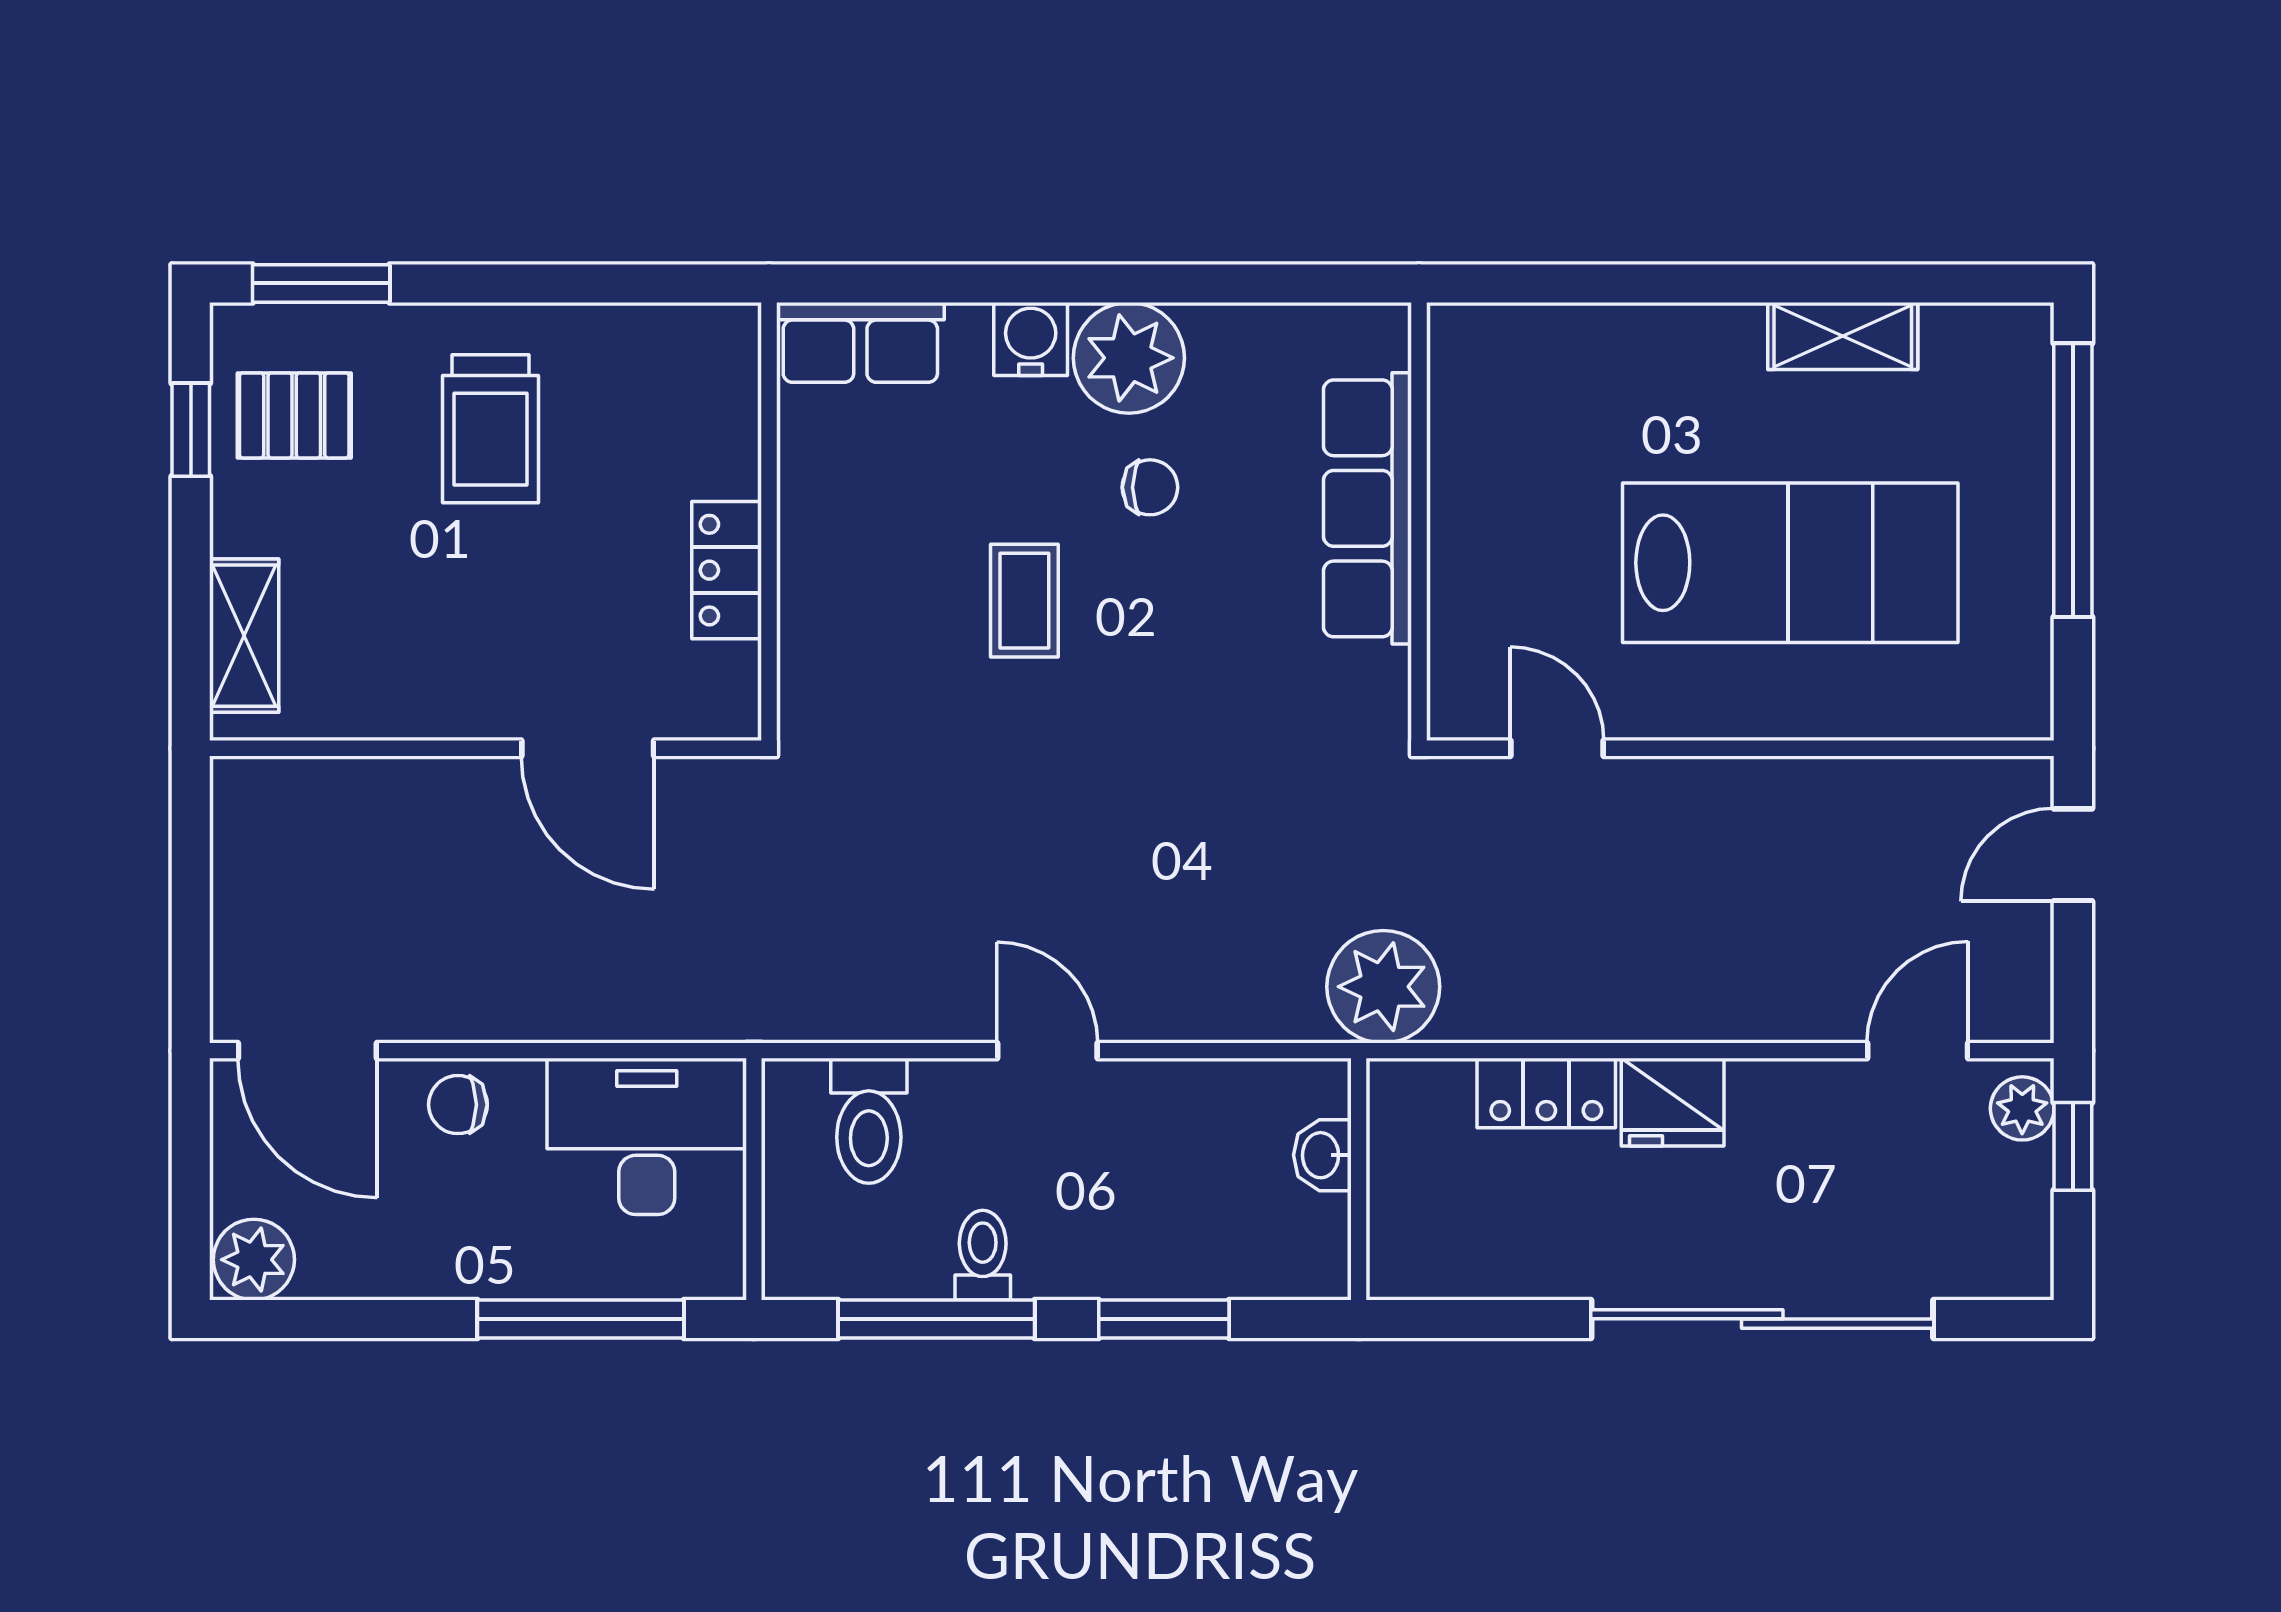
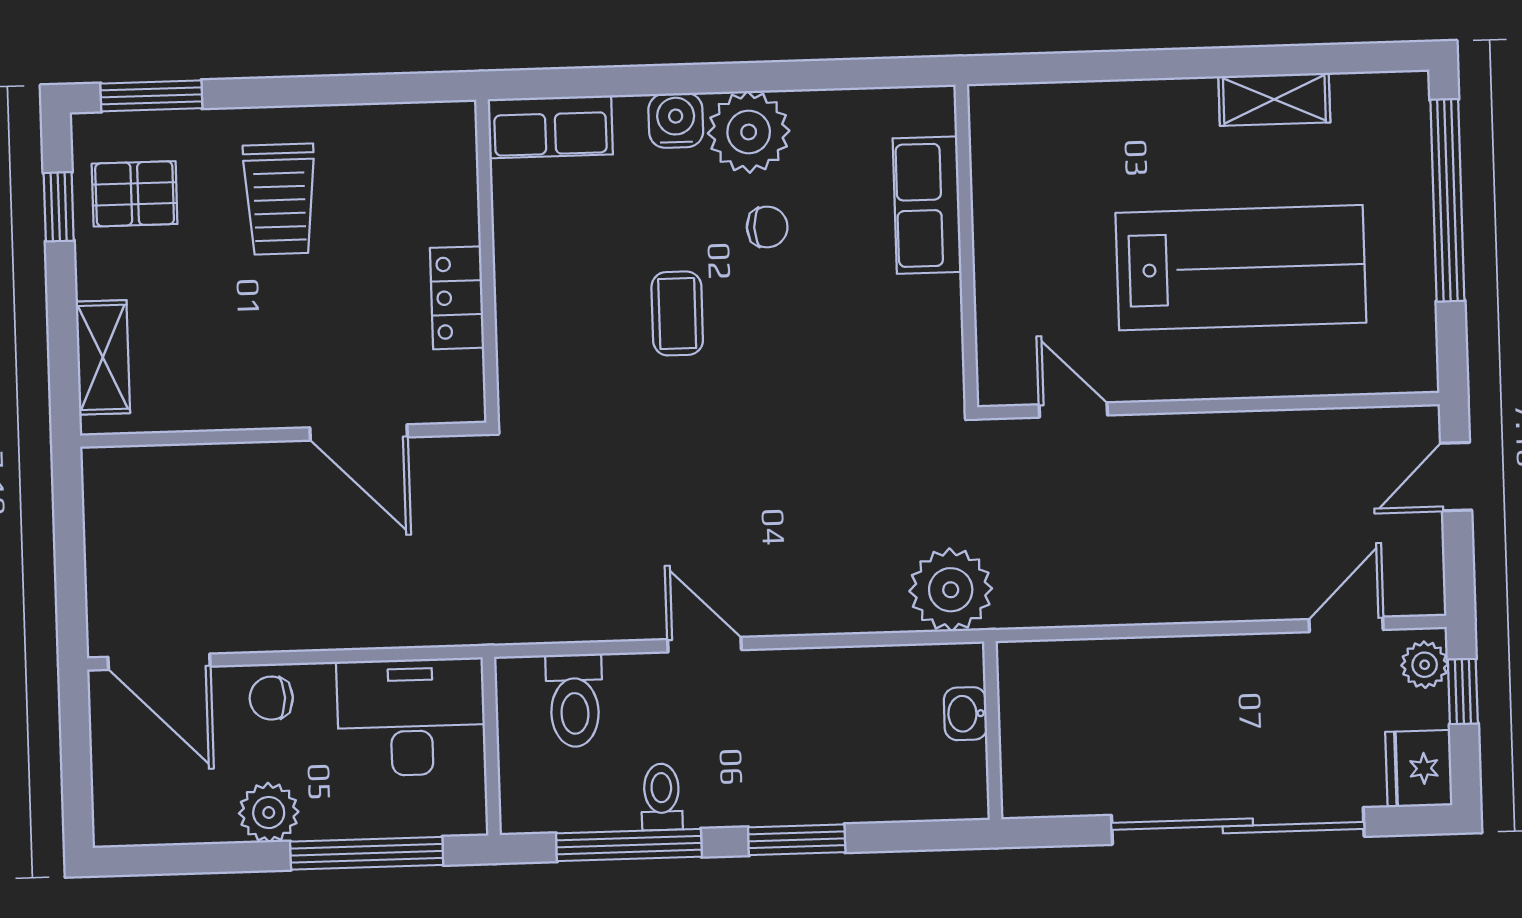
row of seats: (1368, 508) -> (927, 205), width x0.68
locker: (1546, 1093) -> (1073, 664), removed
fridge: (1673, 1102) -> (1419, 769), moved, turned 90
washbasin: (1322, 1155) -> (965, 714), moved
wall: (1359, 1179) -> (993, 730), moved
plant: (254, 1260) -> (269, 813), moved

